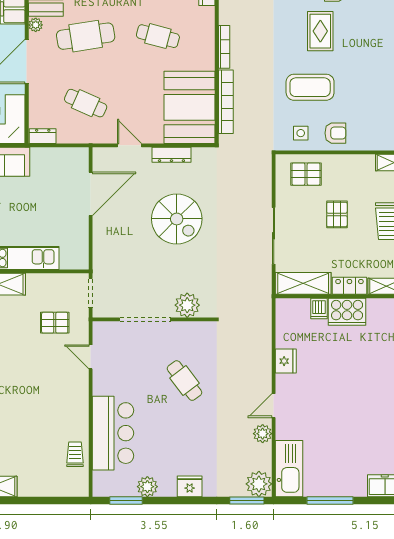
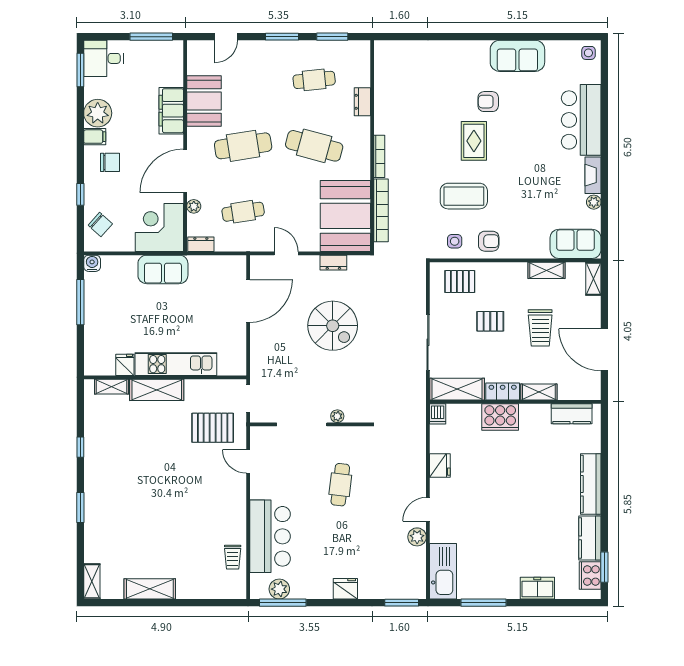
plant: (36, 25) -> (194, 206), moved
cafe table: (158, 36) -> (314, 146), width x1.37, depth x1.35
cafe table: (86, 103) -> (243, 212), turned -33
dresser: (171, 155) -> (333, 263), width x0.70
pallet: (337, 214) -> (490, 321), turned 90
plant: (187, 305) -> (337, 416), width x0.53, depth x0.53
dishwasher: (319, 308) -> (438, 414), moved
pallet: (55, 323) -> (213, 428), width x1.50, depth x1.42
cafe table: (185, 381) -> (340, 485), turned 44
trolley: (75, 454) -> (233, 557), turned 180
plant: (259, 484) -> (413, 586), removed
plant: (147, 487) -> (279, 589), moved
window: (126, 500) -> (283, 603), width x1.44

